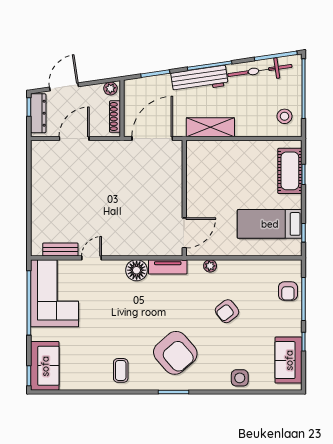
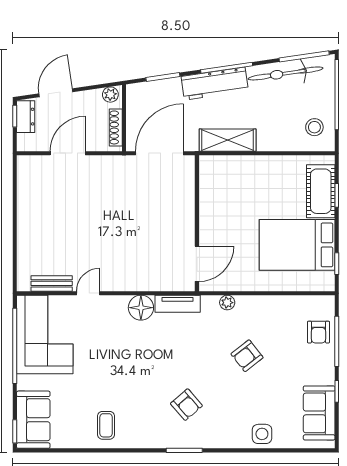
dresser: (38, 113) -> (26, 117), width x0.70
bed: (270, 224) -> (297, 245), width x1.50
armchair: (175, 353) -> (186, 405), width x0.53, depth x0.53
coffee table: (121, 370) -> (106, 425), moved

